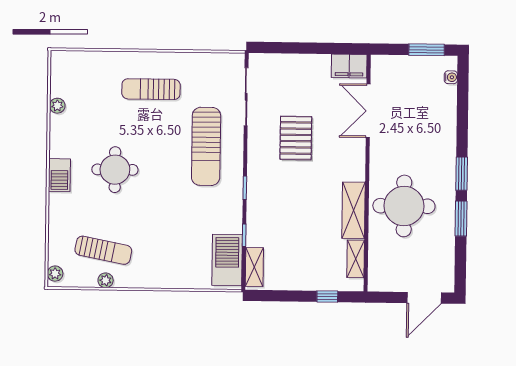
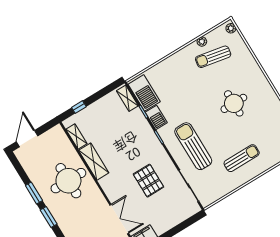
barbecue: (59, 175) -> (156, 118), moved, turned 180

